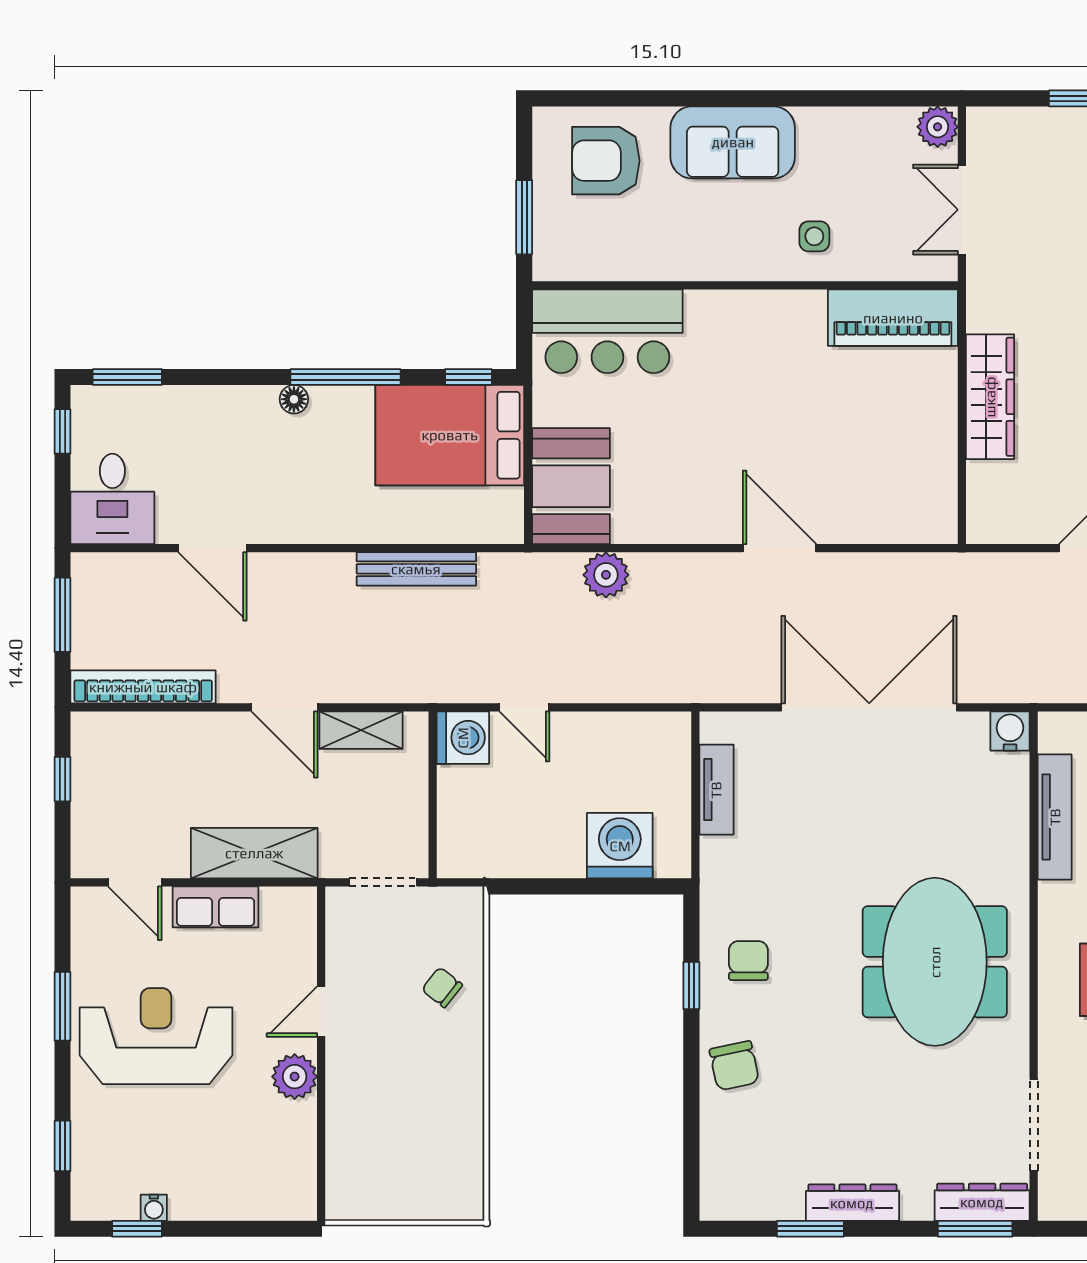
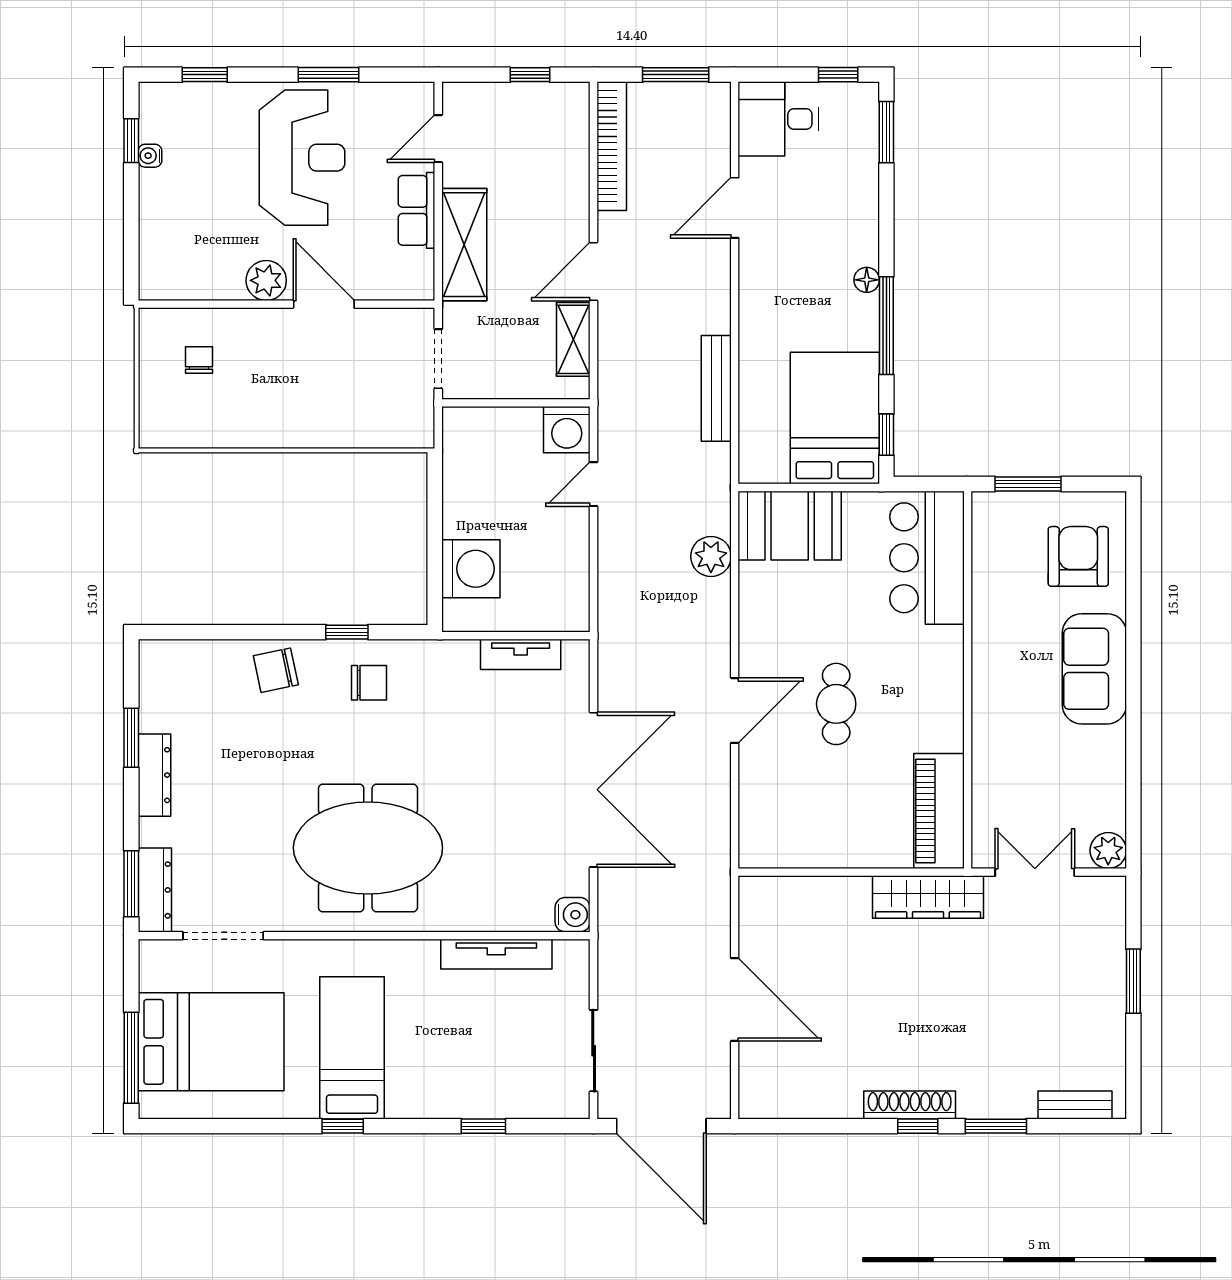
side table: (814, 236) -> (1011, 741), removed
wardrobe: (990, 397) -> (928, 897), moved
cafe table: (772, 434) -> (836, 704), added
chair: (442, 987) -> (199, 360), moved, turned -38
door: (321, 1012) -> (324, 304), width x1.38

